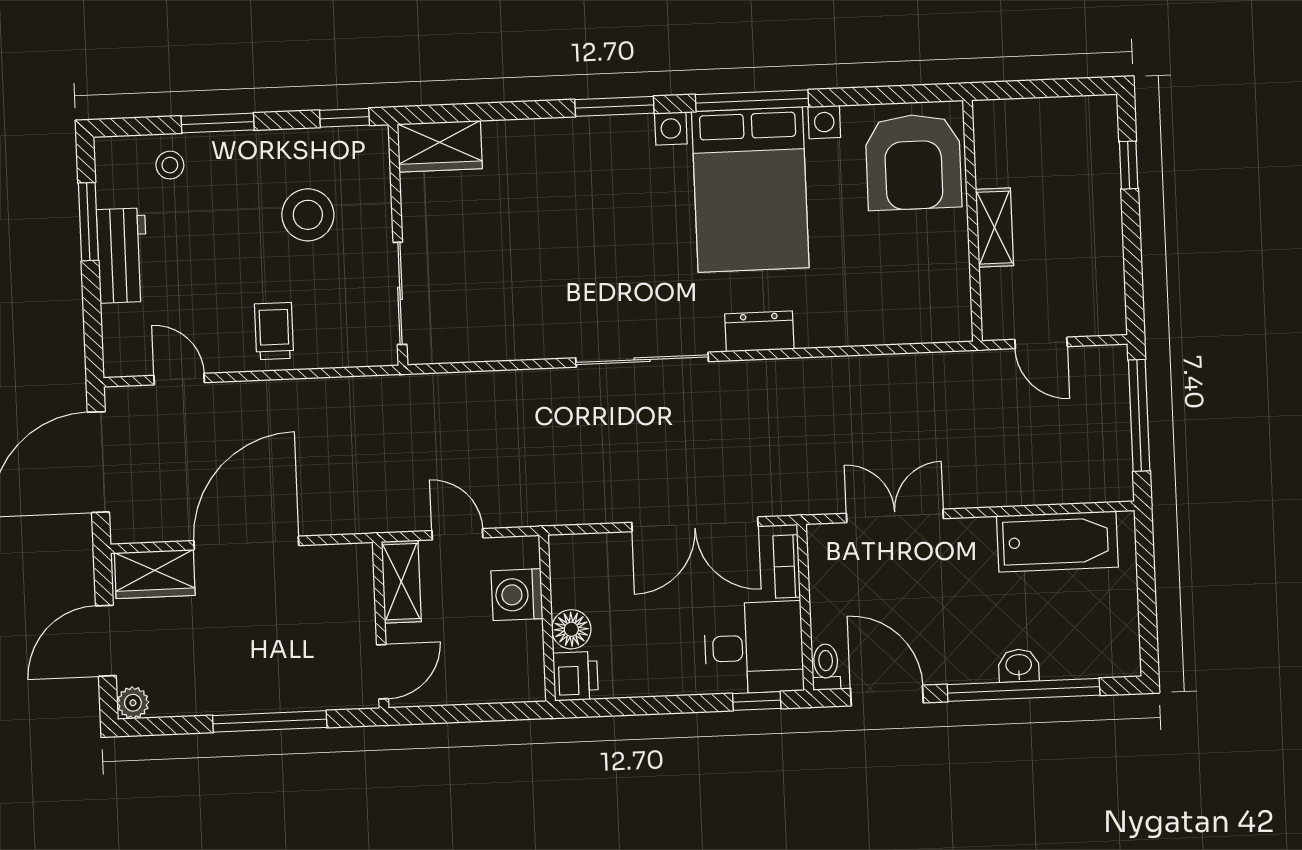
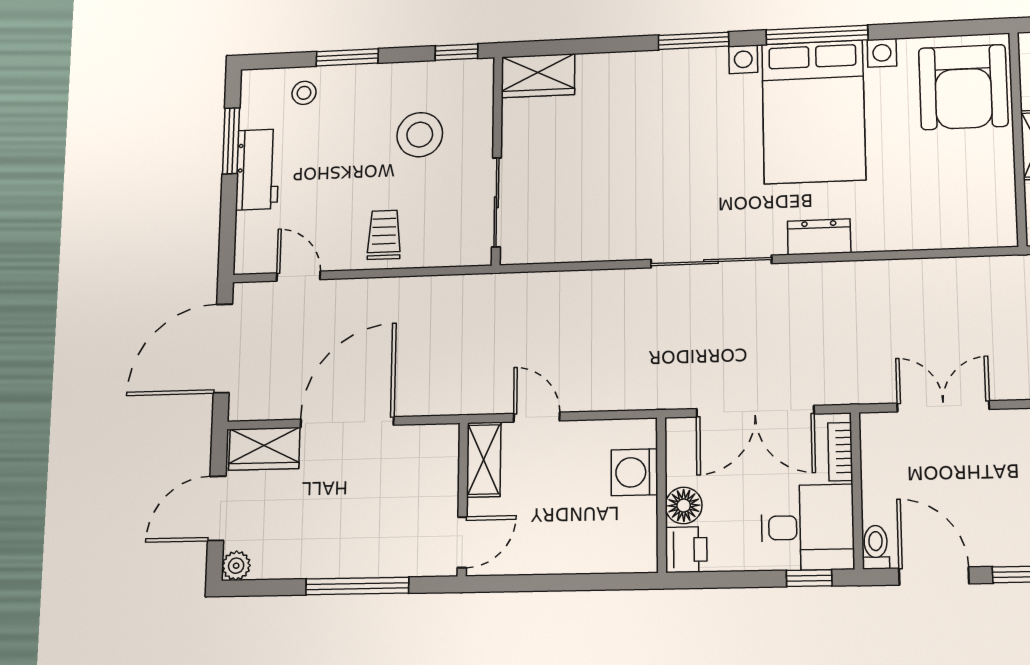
washing machine: (517, 595) -> (634, 472), moved
wall: (547, 618) -> (661, 495), moved
floor lamp: (571, 629) -> (684, 506), moved
printer: (576, 676) -> (686, 550), moved

